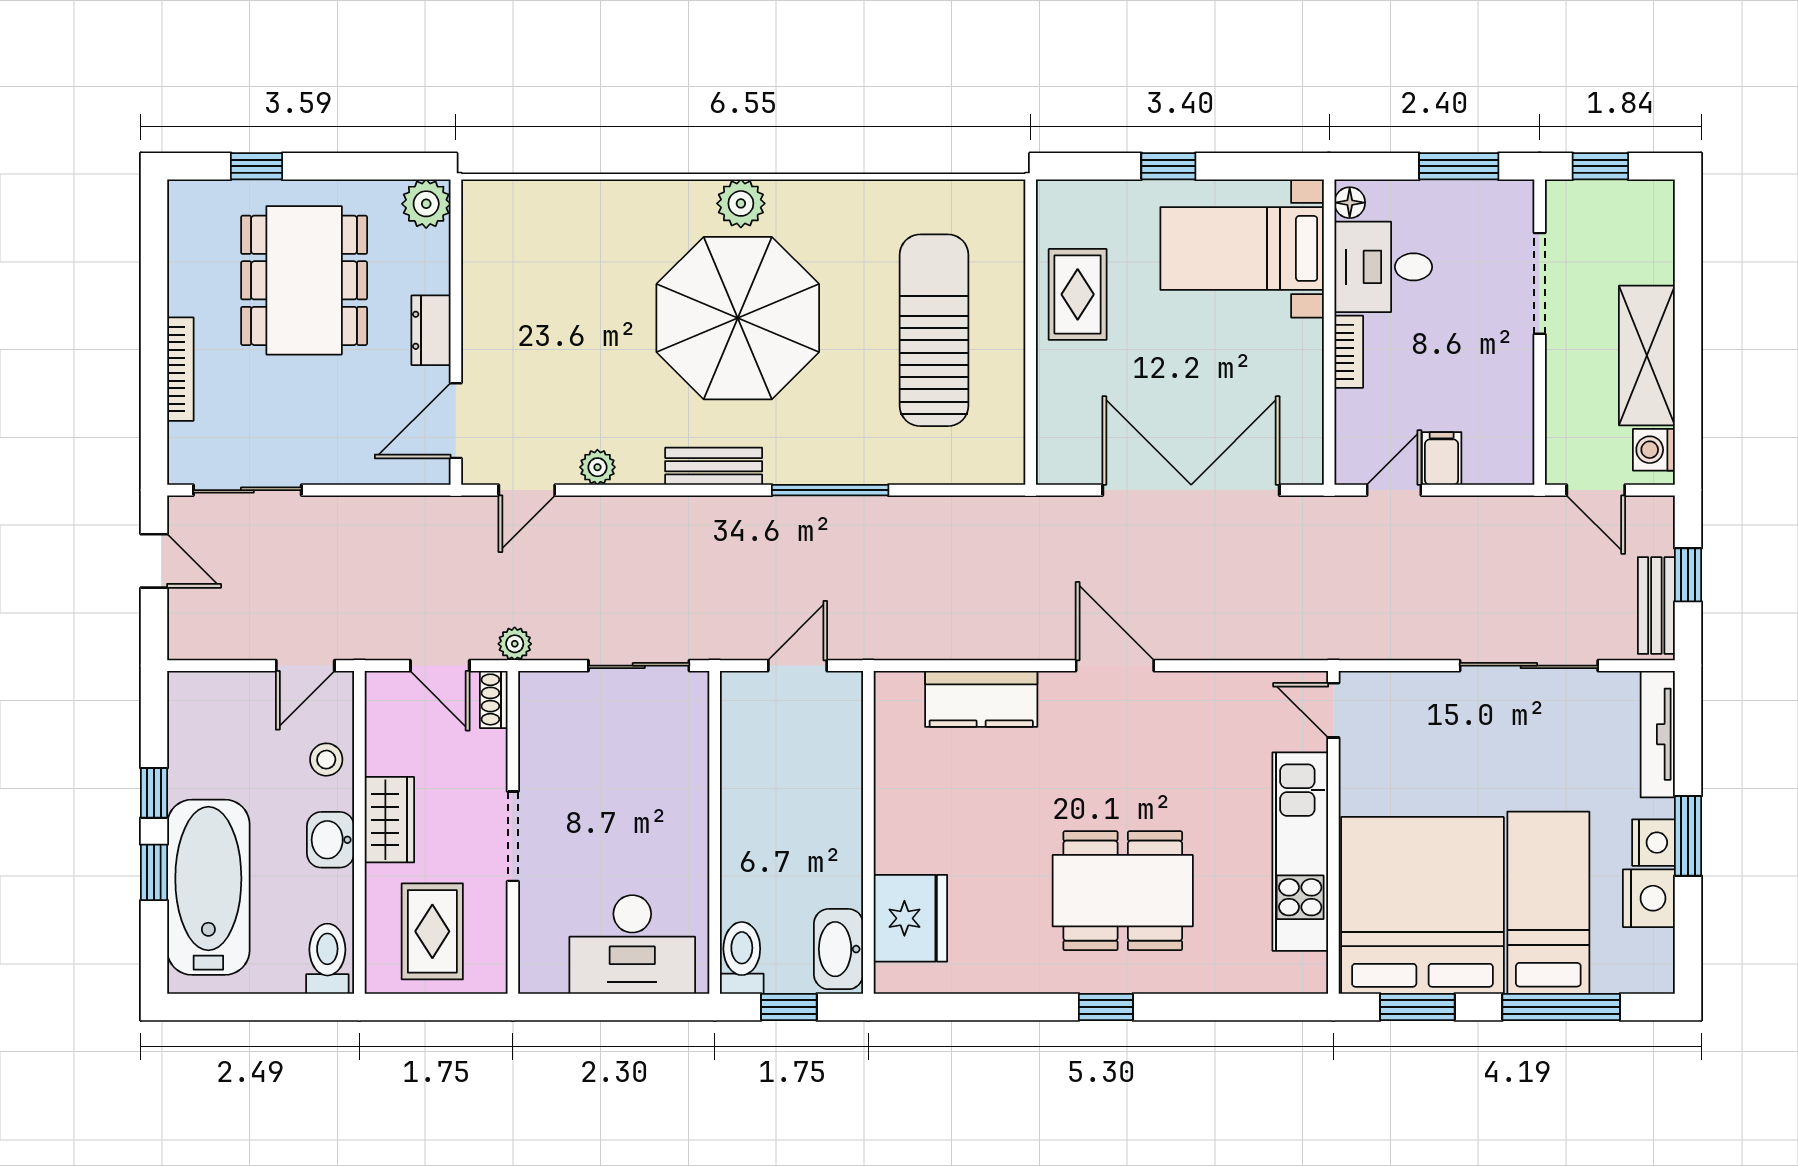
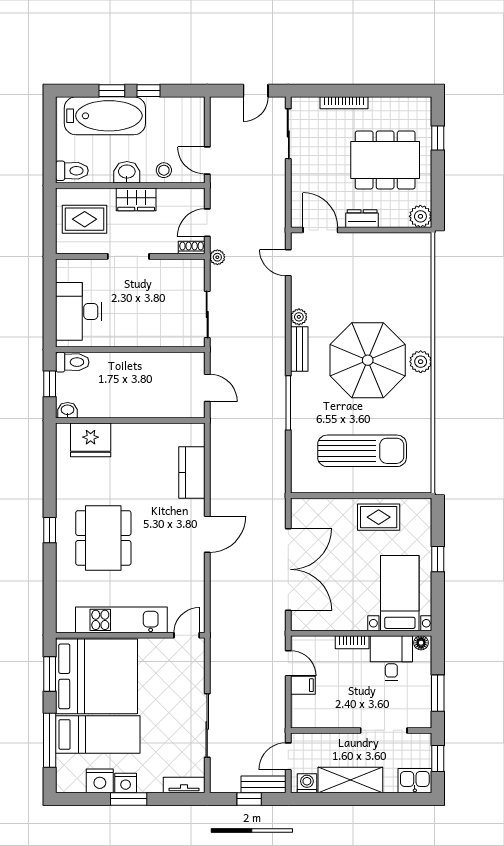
kitchen sink: (1648, 216) -> (415, 781), added
plant: (597, 467) -> (299, 317), moved
bench: (1656, 606) -> (263, 784), moved
tv unit: (1658, 734) -> (184, 785), width x0.71
washbasin: (838, 949) -> (68, 410), width x0.52, depth x0.69

